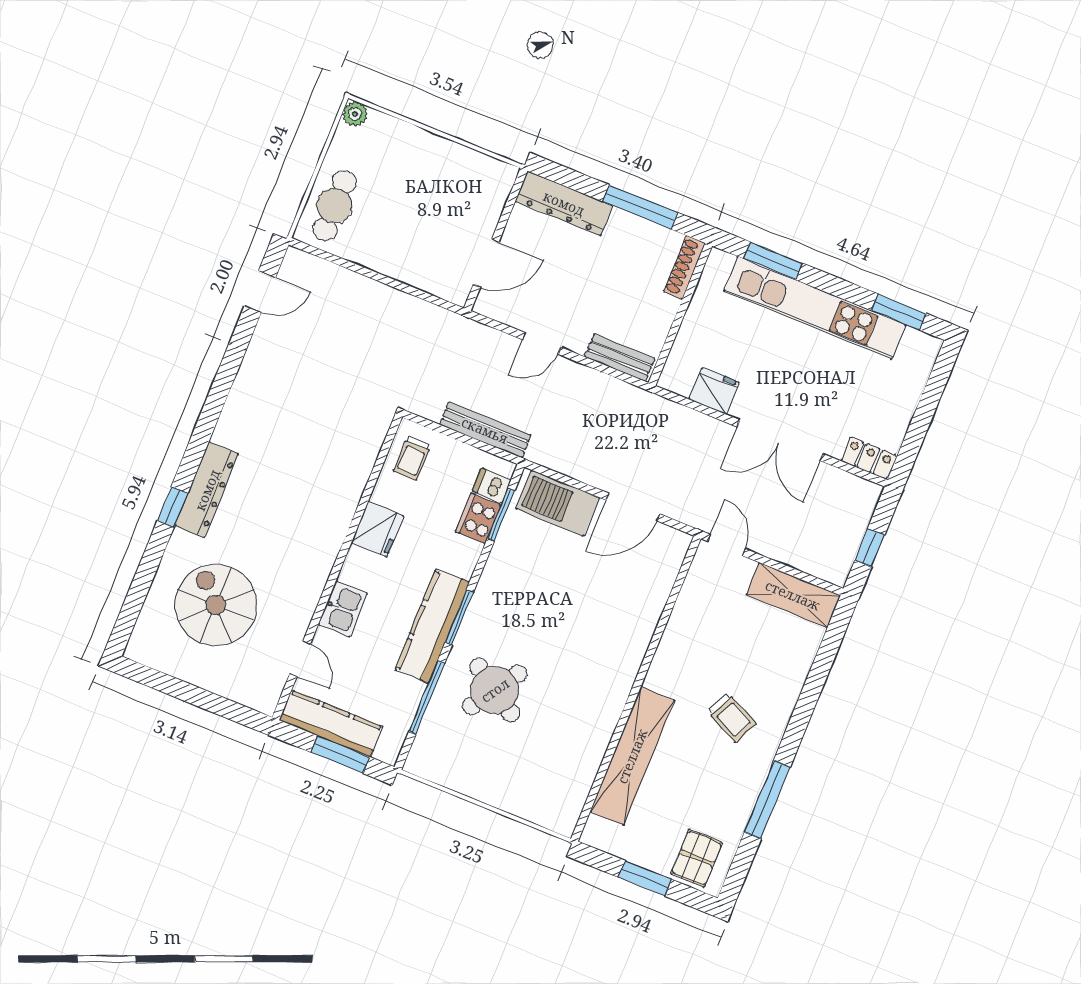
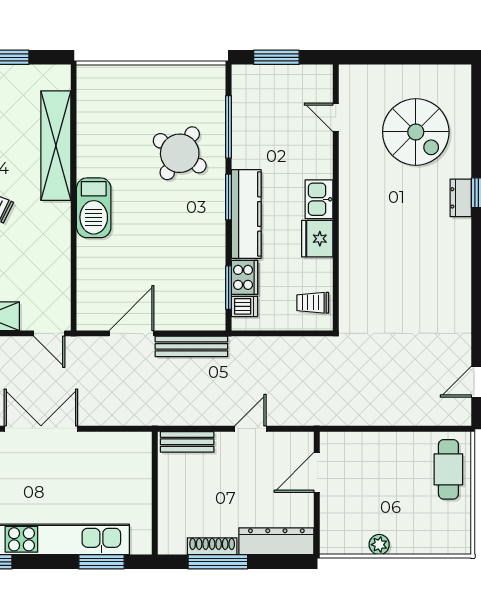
plant: (355, 114) -> (379, 545), moved
shoe rack: (684, 267) -> (212, 546), moved, turned -90
fridge: (714, 391) -> (106, 446), removed
bench: (485, 430) -> (191, 346), moved
trolley: (412, 458) -> (313, 303), turned -90
dresser: (207, 490) -> (461, 198), width x0.51, depth x0.80
barbecue: (558, 503) -> (94, 208), moved, turned 90
kitchen sink: (343, 609) -> (319, 199), moved
kitchen counter: (432, 626) -> (246, 214), moved
kitchen counter: (331, 723) -> (293, 78), removed

